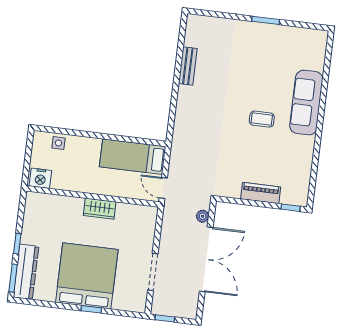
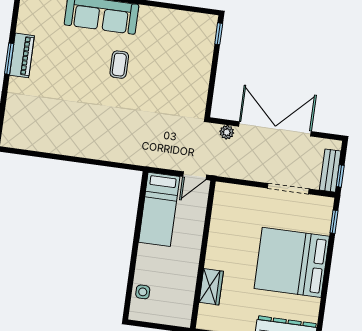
bench: (188, 66) -> (330, 171), moved, turned 90
nightstand: (40, 178) -> (182, 313), removed
piano: (261, 193) -> (22, 55), moved, turned 180
wardrobe: (100, 209) -> (211, 287), moved
window: (91, 309) -> (334, 222), moved

